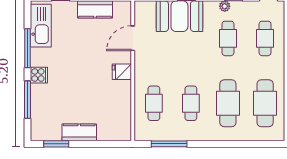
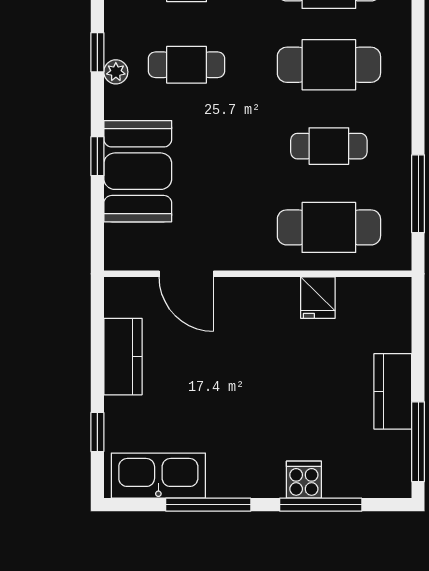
fridge: (122, 72) -> (318, 298), moved
cooker: (39, 75) -> (304, 480), moved
cafe table: (154, 103) -> (329, 227), width x1.37, depth x1.35
window: (56, 144) -> (418, 442), width x1.44

